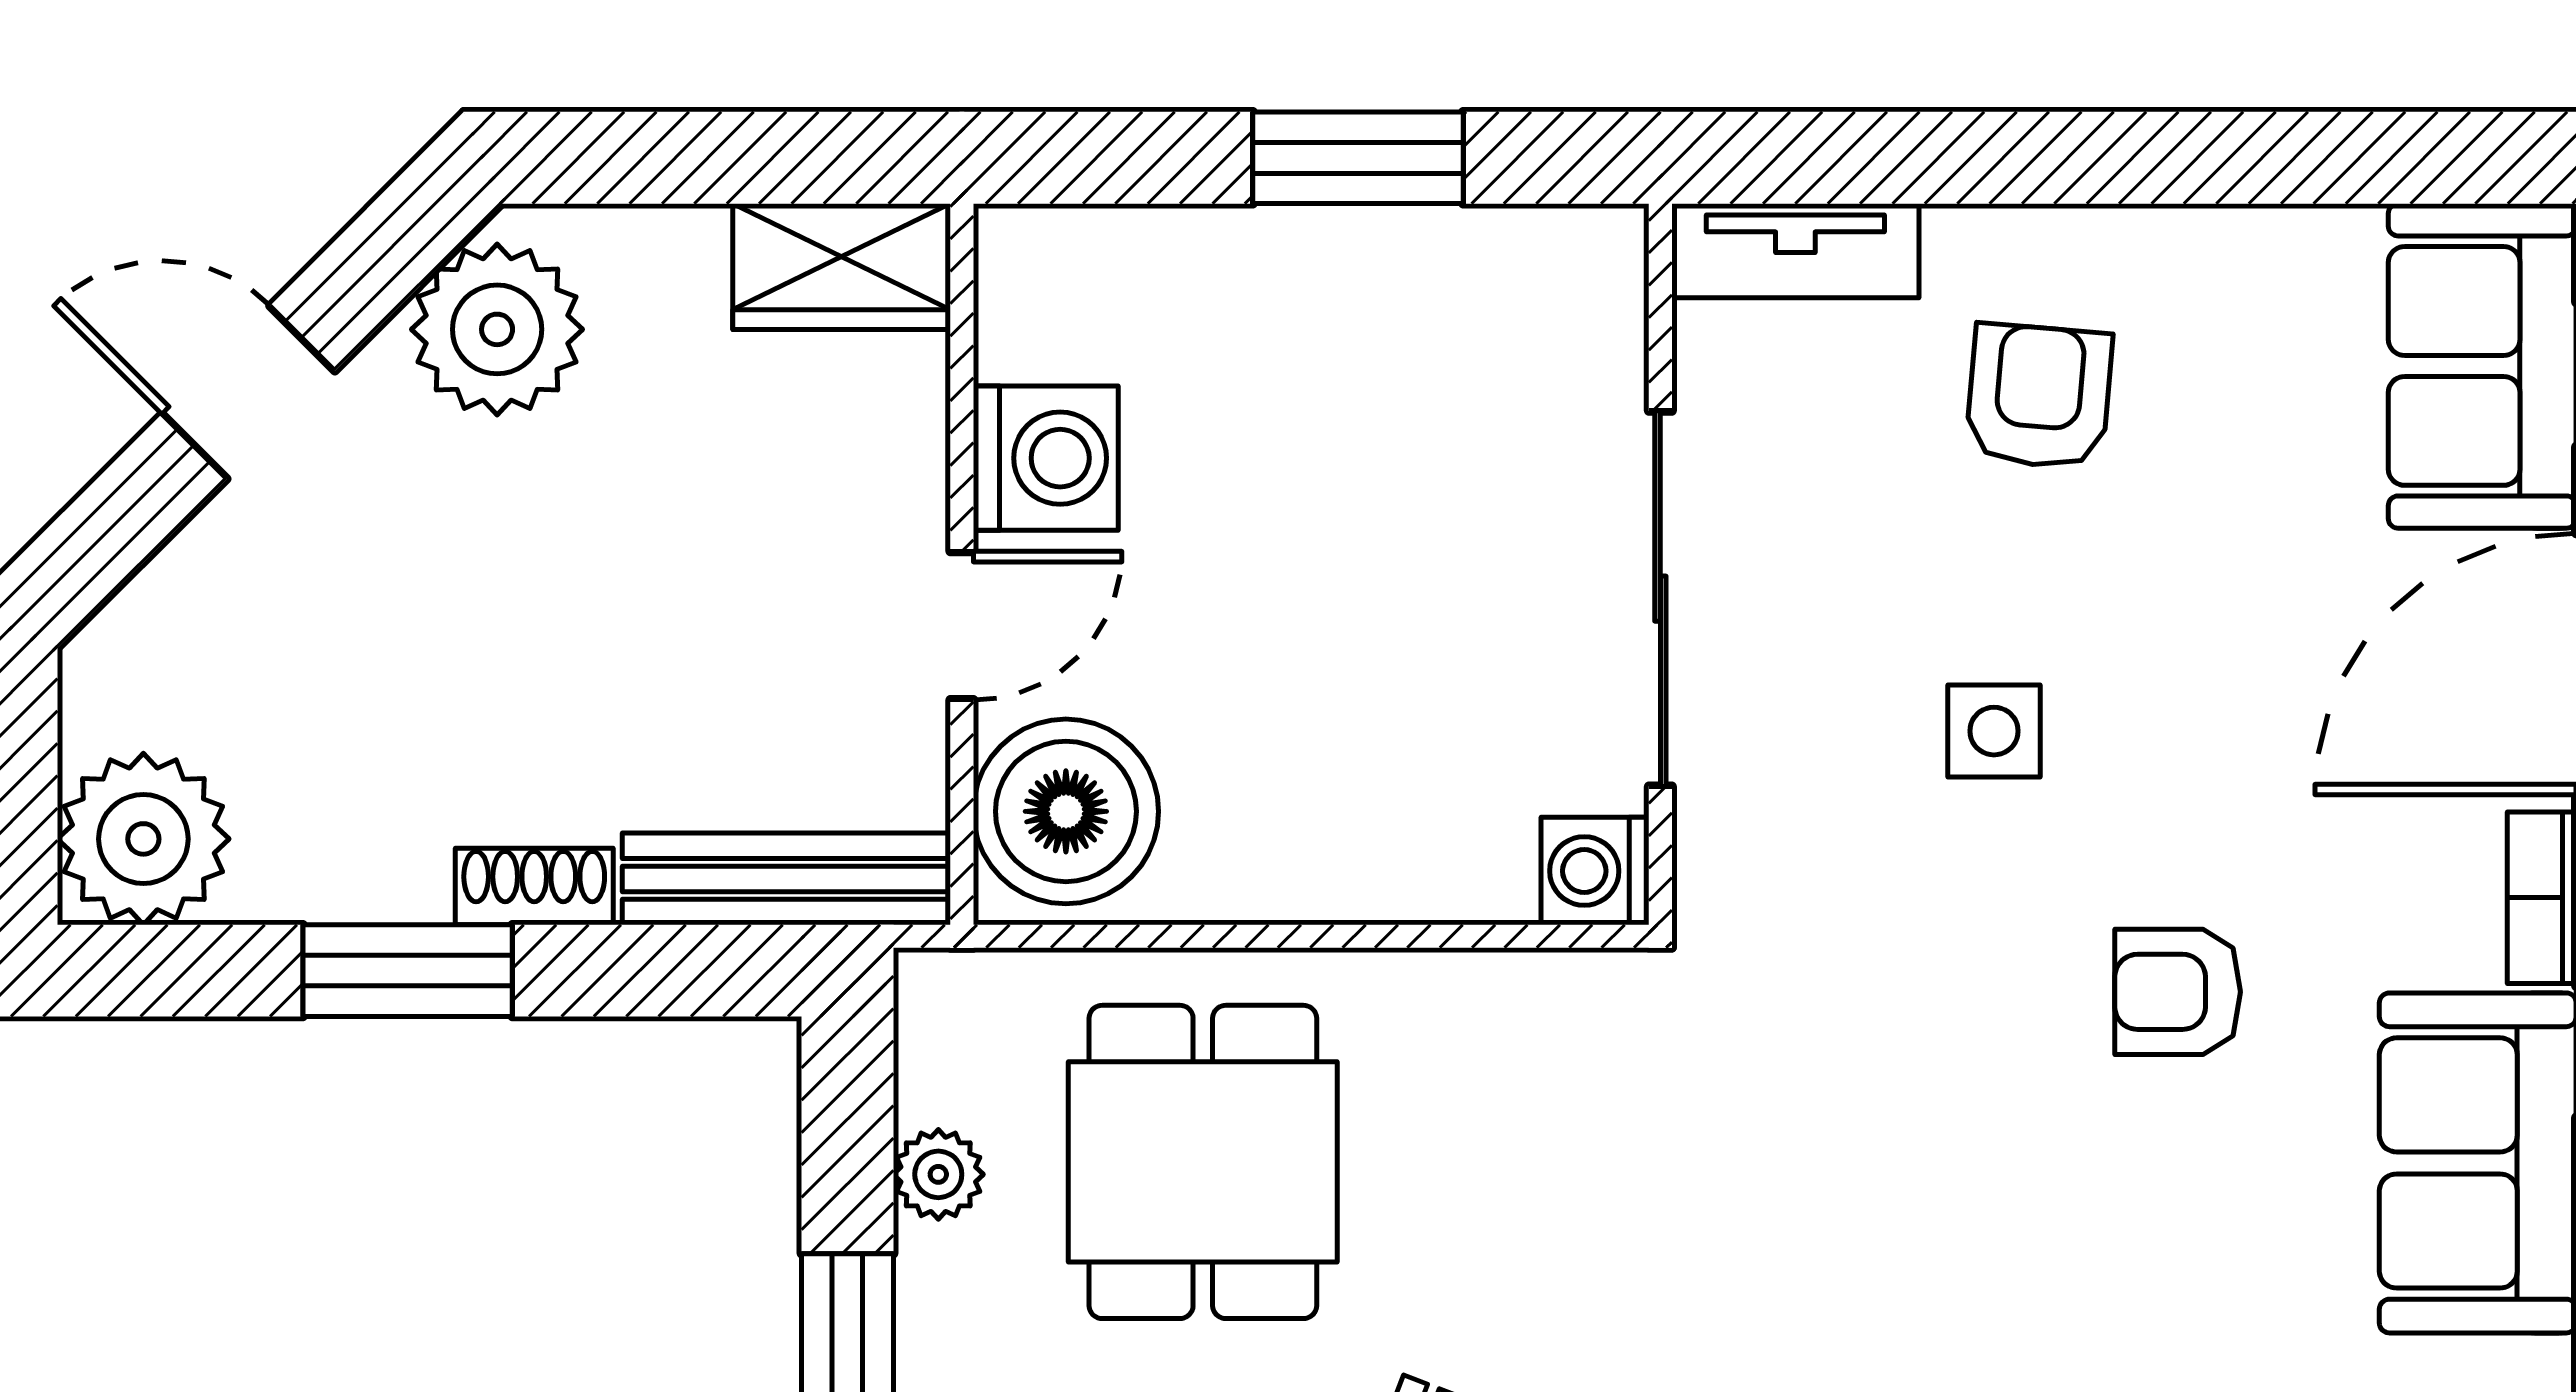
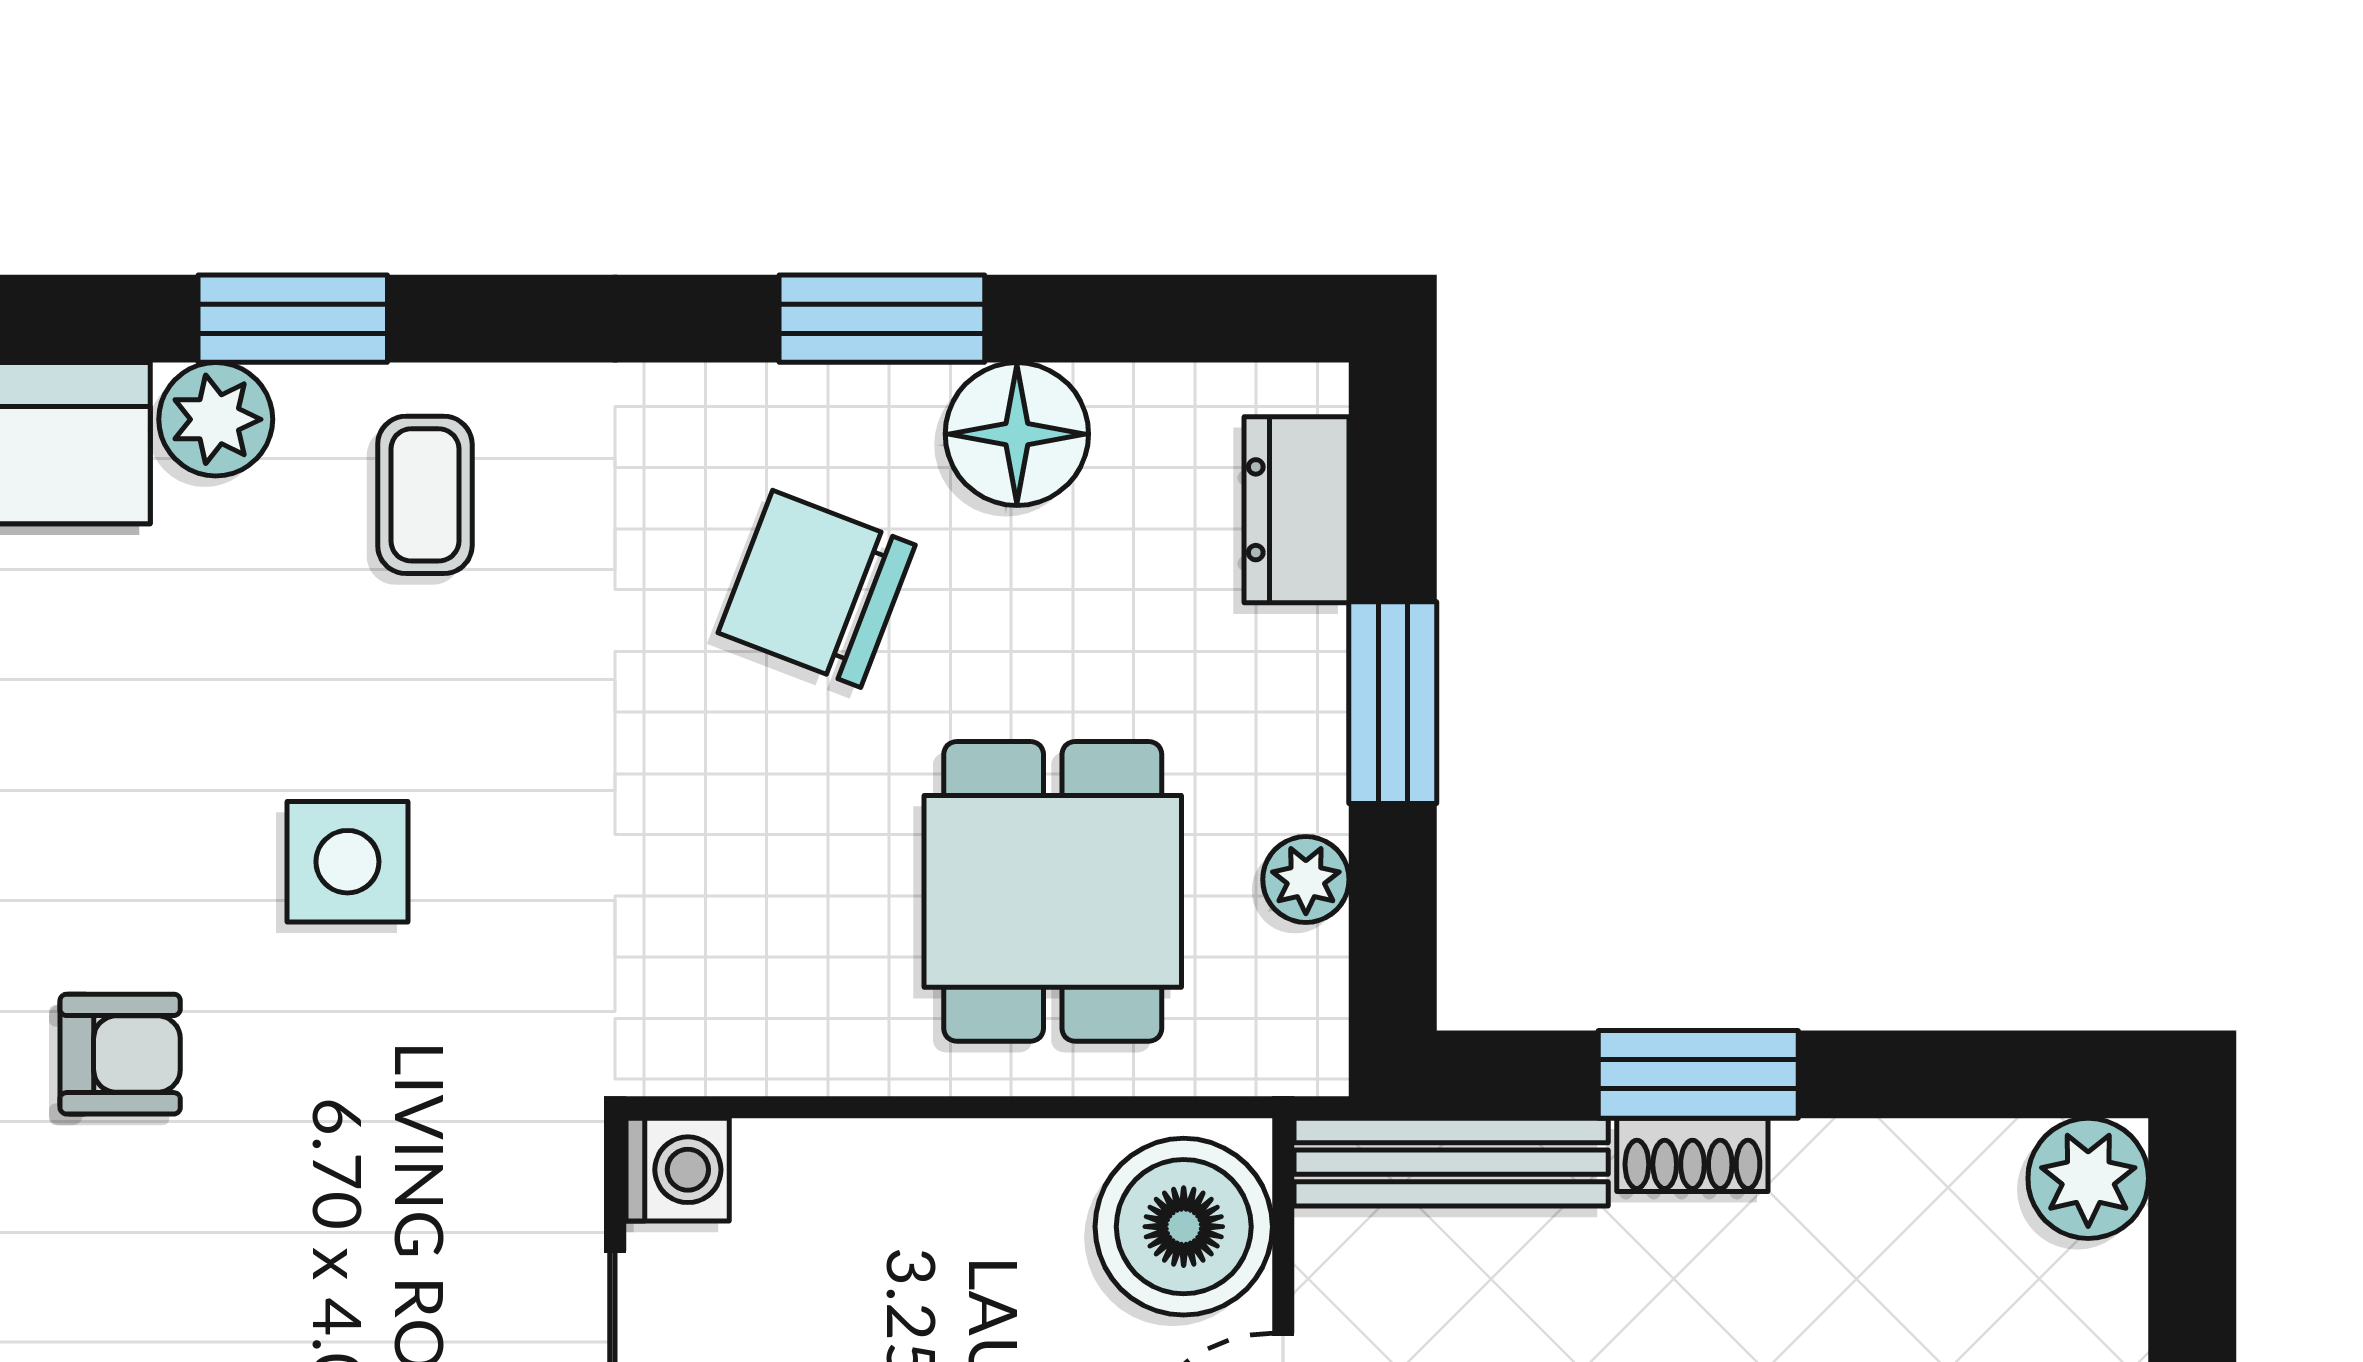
side table: (1994, 731) -> (347, 862), moved, width x1.37, depth x1.37
plant: (143, 839) -> (2088, 1178), width x0.73, depth x0.73
window: (408, 971) -> (1698, 1074), moved

